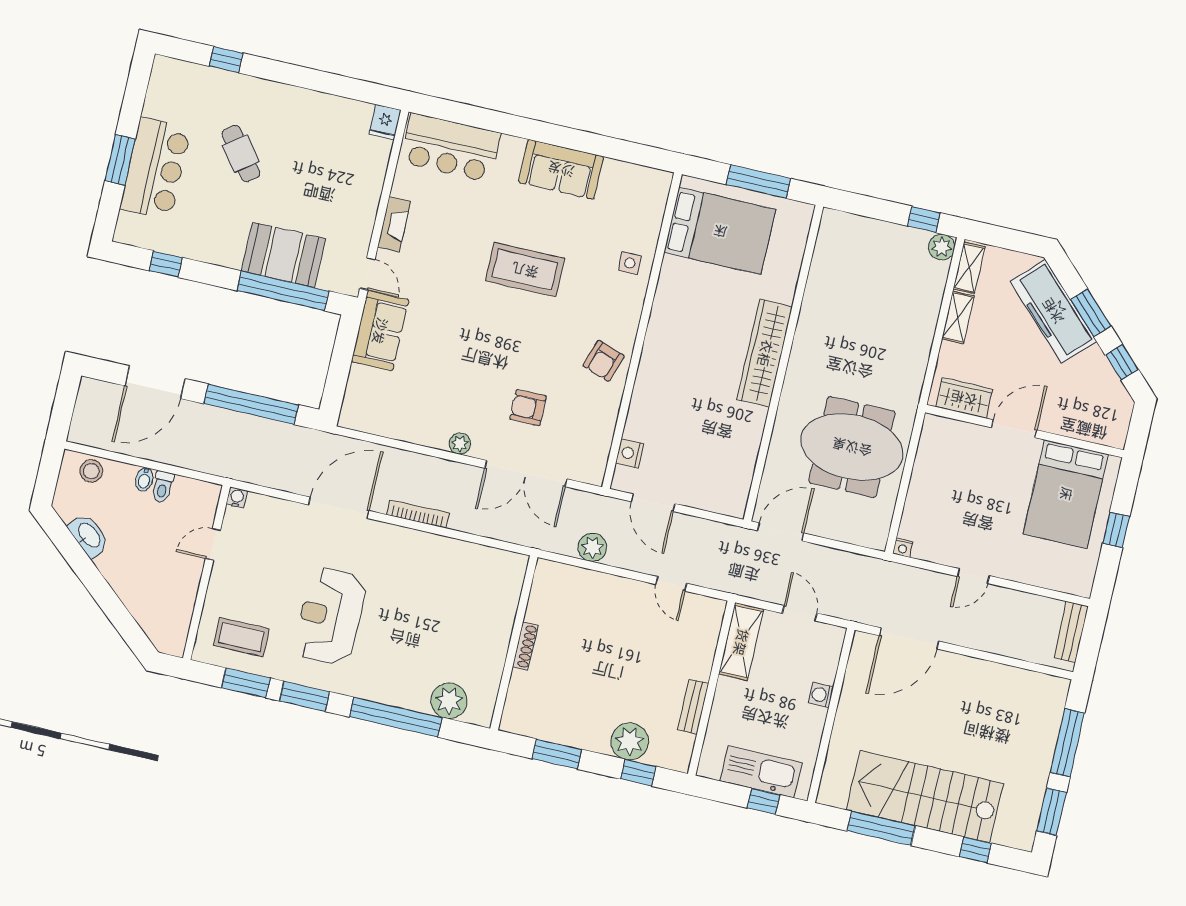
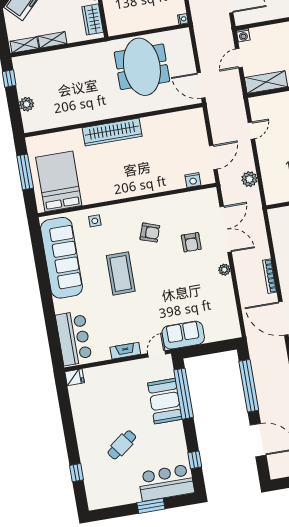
bar counter: (155, 169) -> (166, 483), moved
sofa: (561, 169) -> (61, 258), width x1.85, depth x1.27
plant: (942, 247) -> (27, 104), moved
armchair: (603, 361) -> (150, 233), moved
washing machine: (821, 695) -> (243, 35), moved

